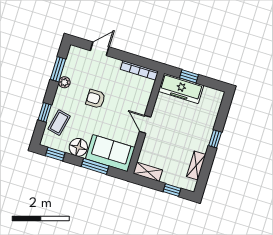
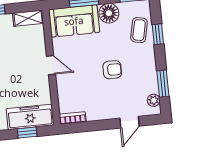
bookcase: (139, 70) -> (73, 118), width x0.64
plant: (64, 82) -> (154, 100), moved

